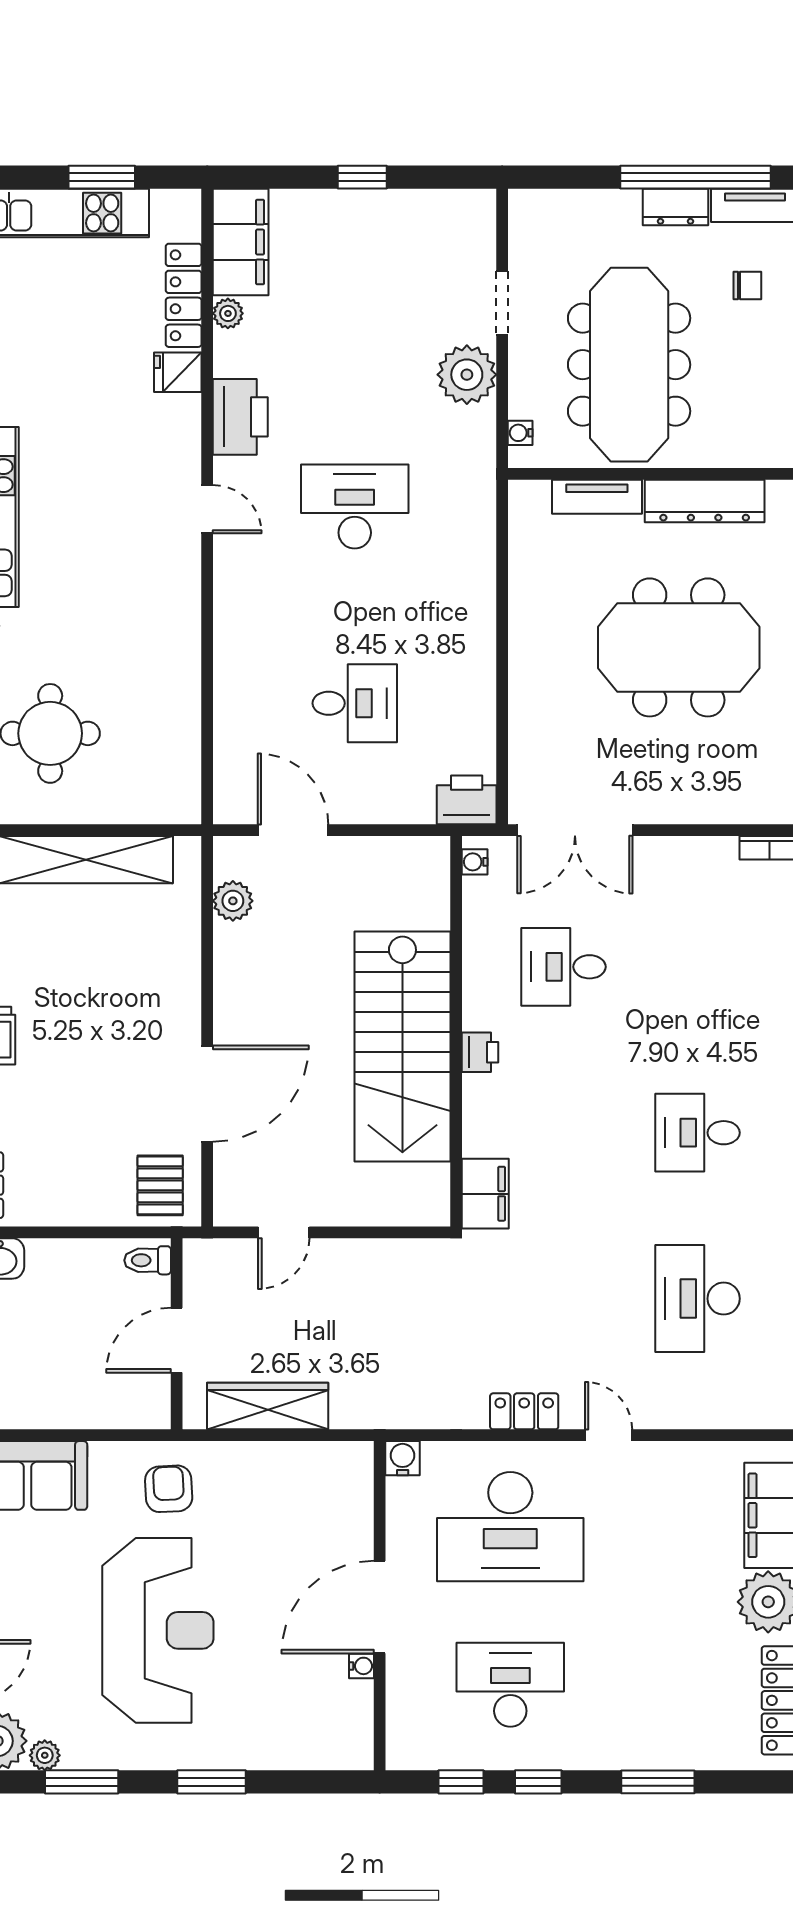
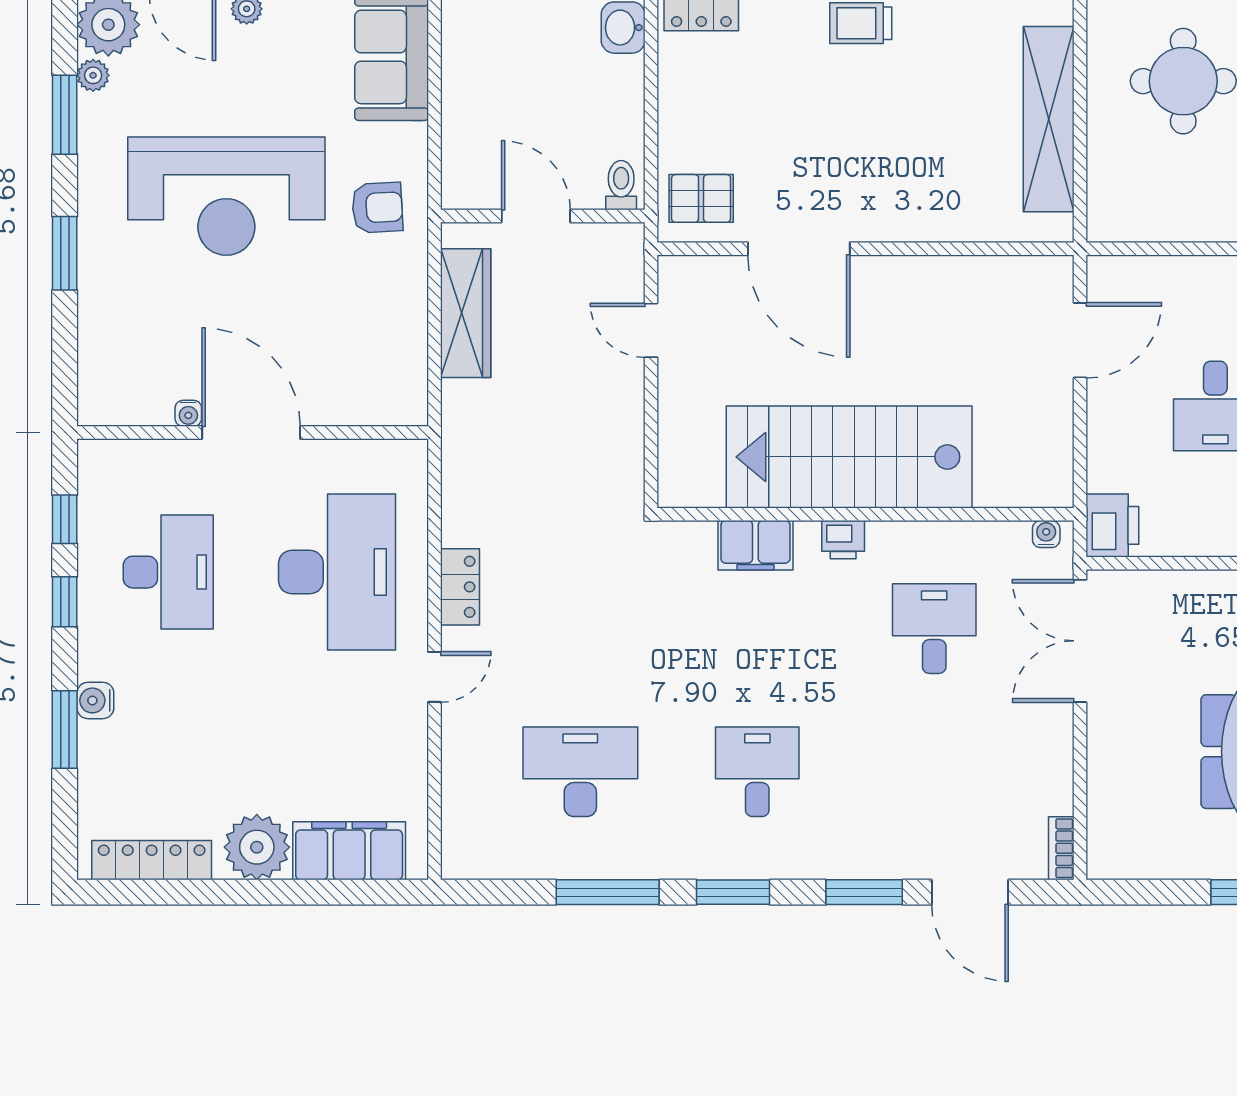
plant: (233, 901) -> (1005, 276), removed
filing cabinet: (485, 1194) -> (755, 545), moved
water cooler: (403, 1458) -> (95, 700), moved, turned 180
desk: (510, 1527) -> (337, 572), turned 180

